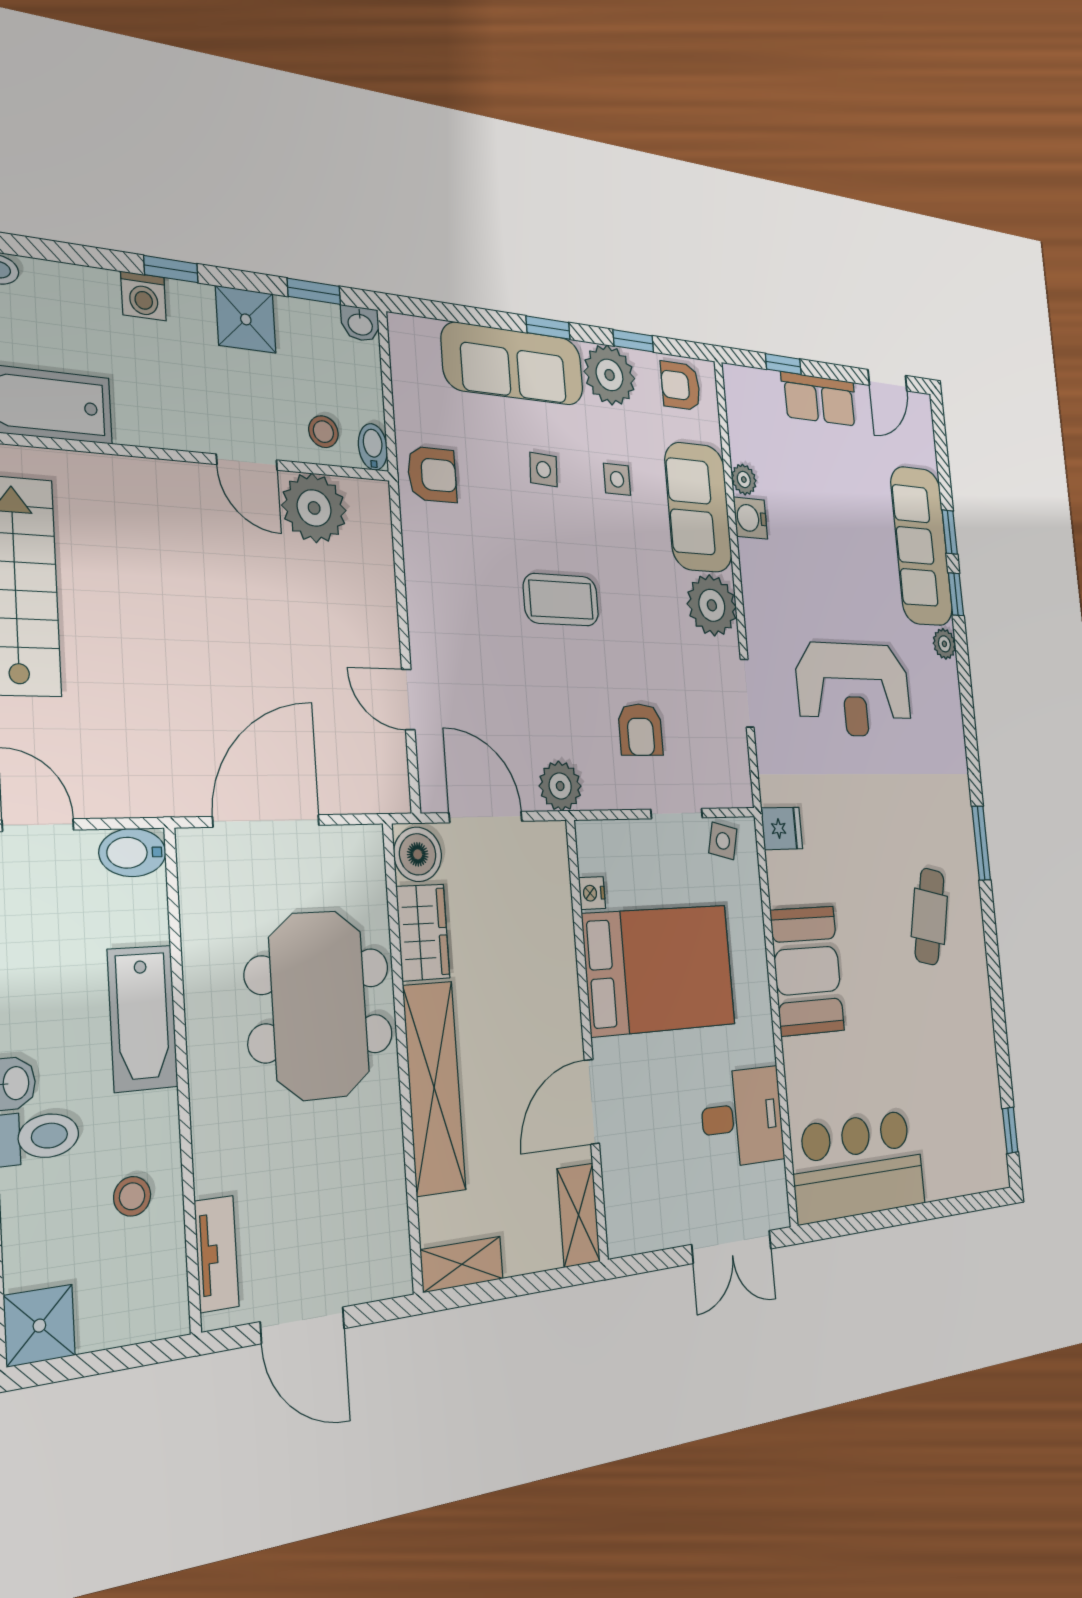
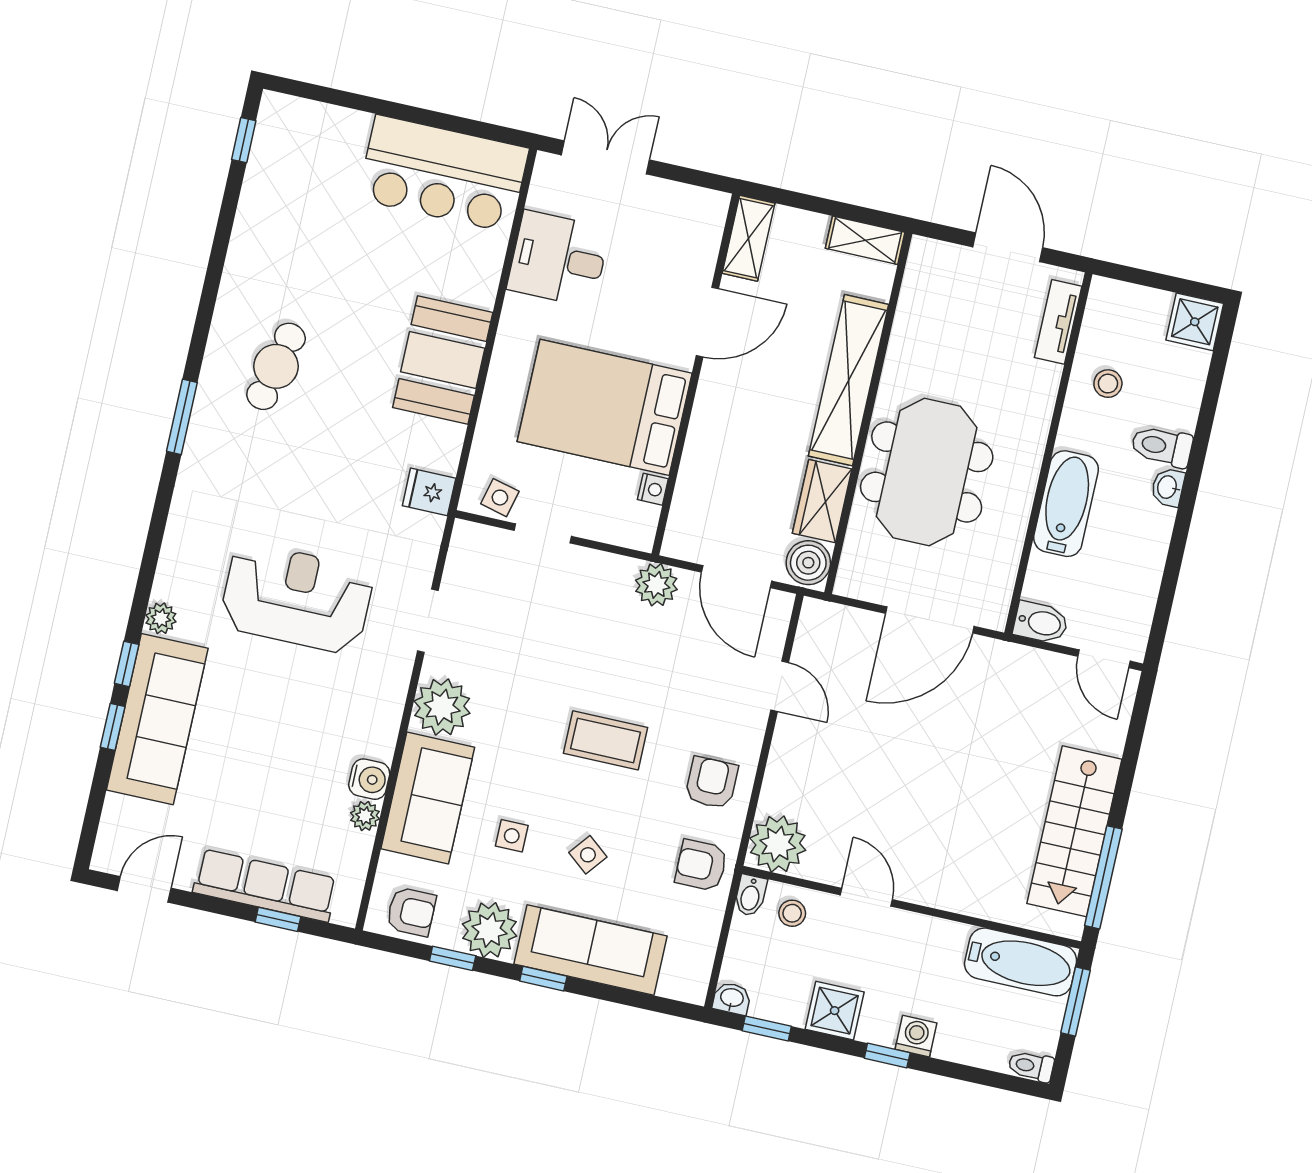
row of seats: (819, 399) -> (265, 885), width x1.48
side table: (544, 470) -> (588, 855), turned 36
plant: (314, 508) -> (778, 844), moved
armchair: (640, 730) -> (711, 783), moved

